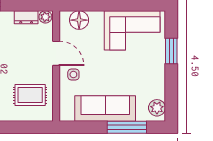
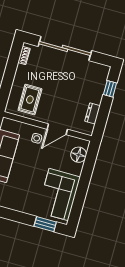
plant: (45, 17) -> (88, 129), removed
window: (171, 51) -> (45, 224), moved

